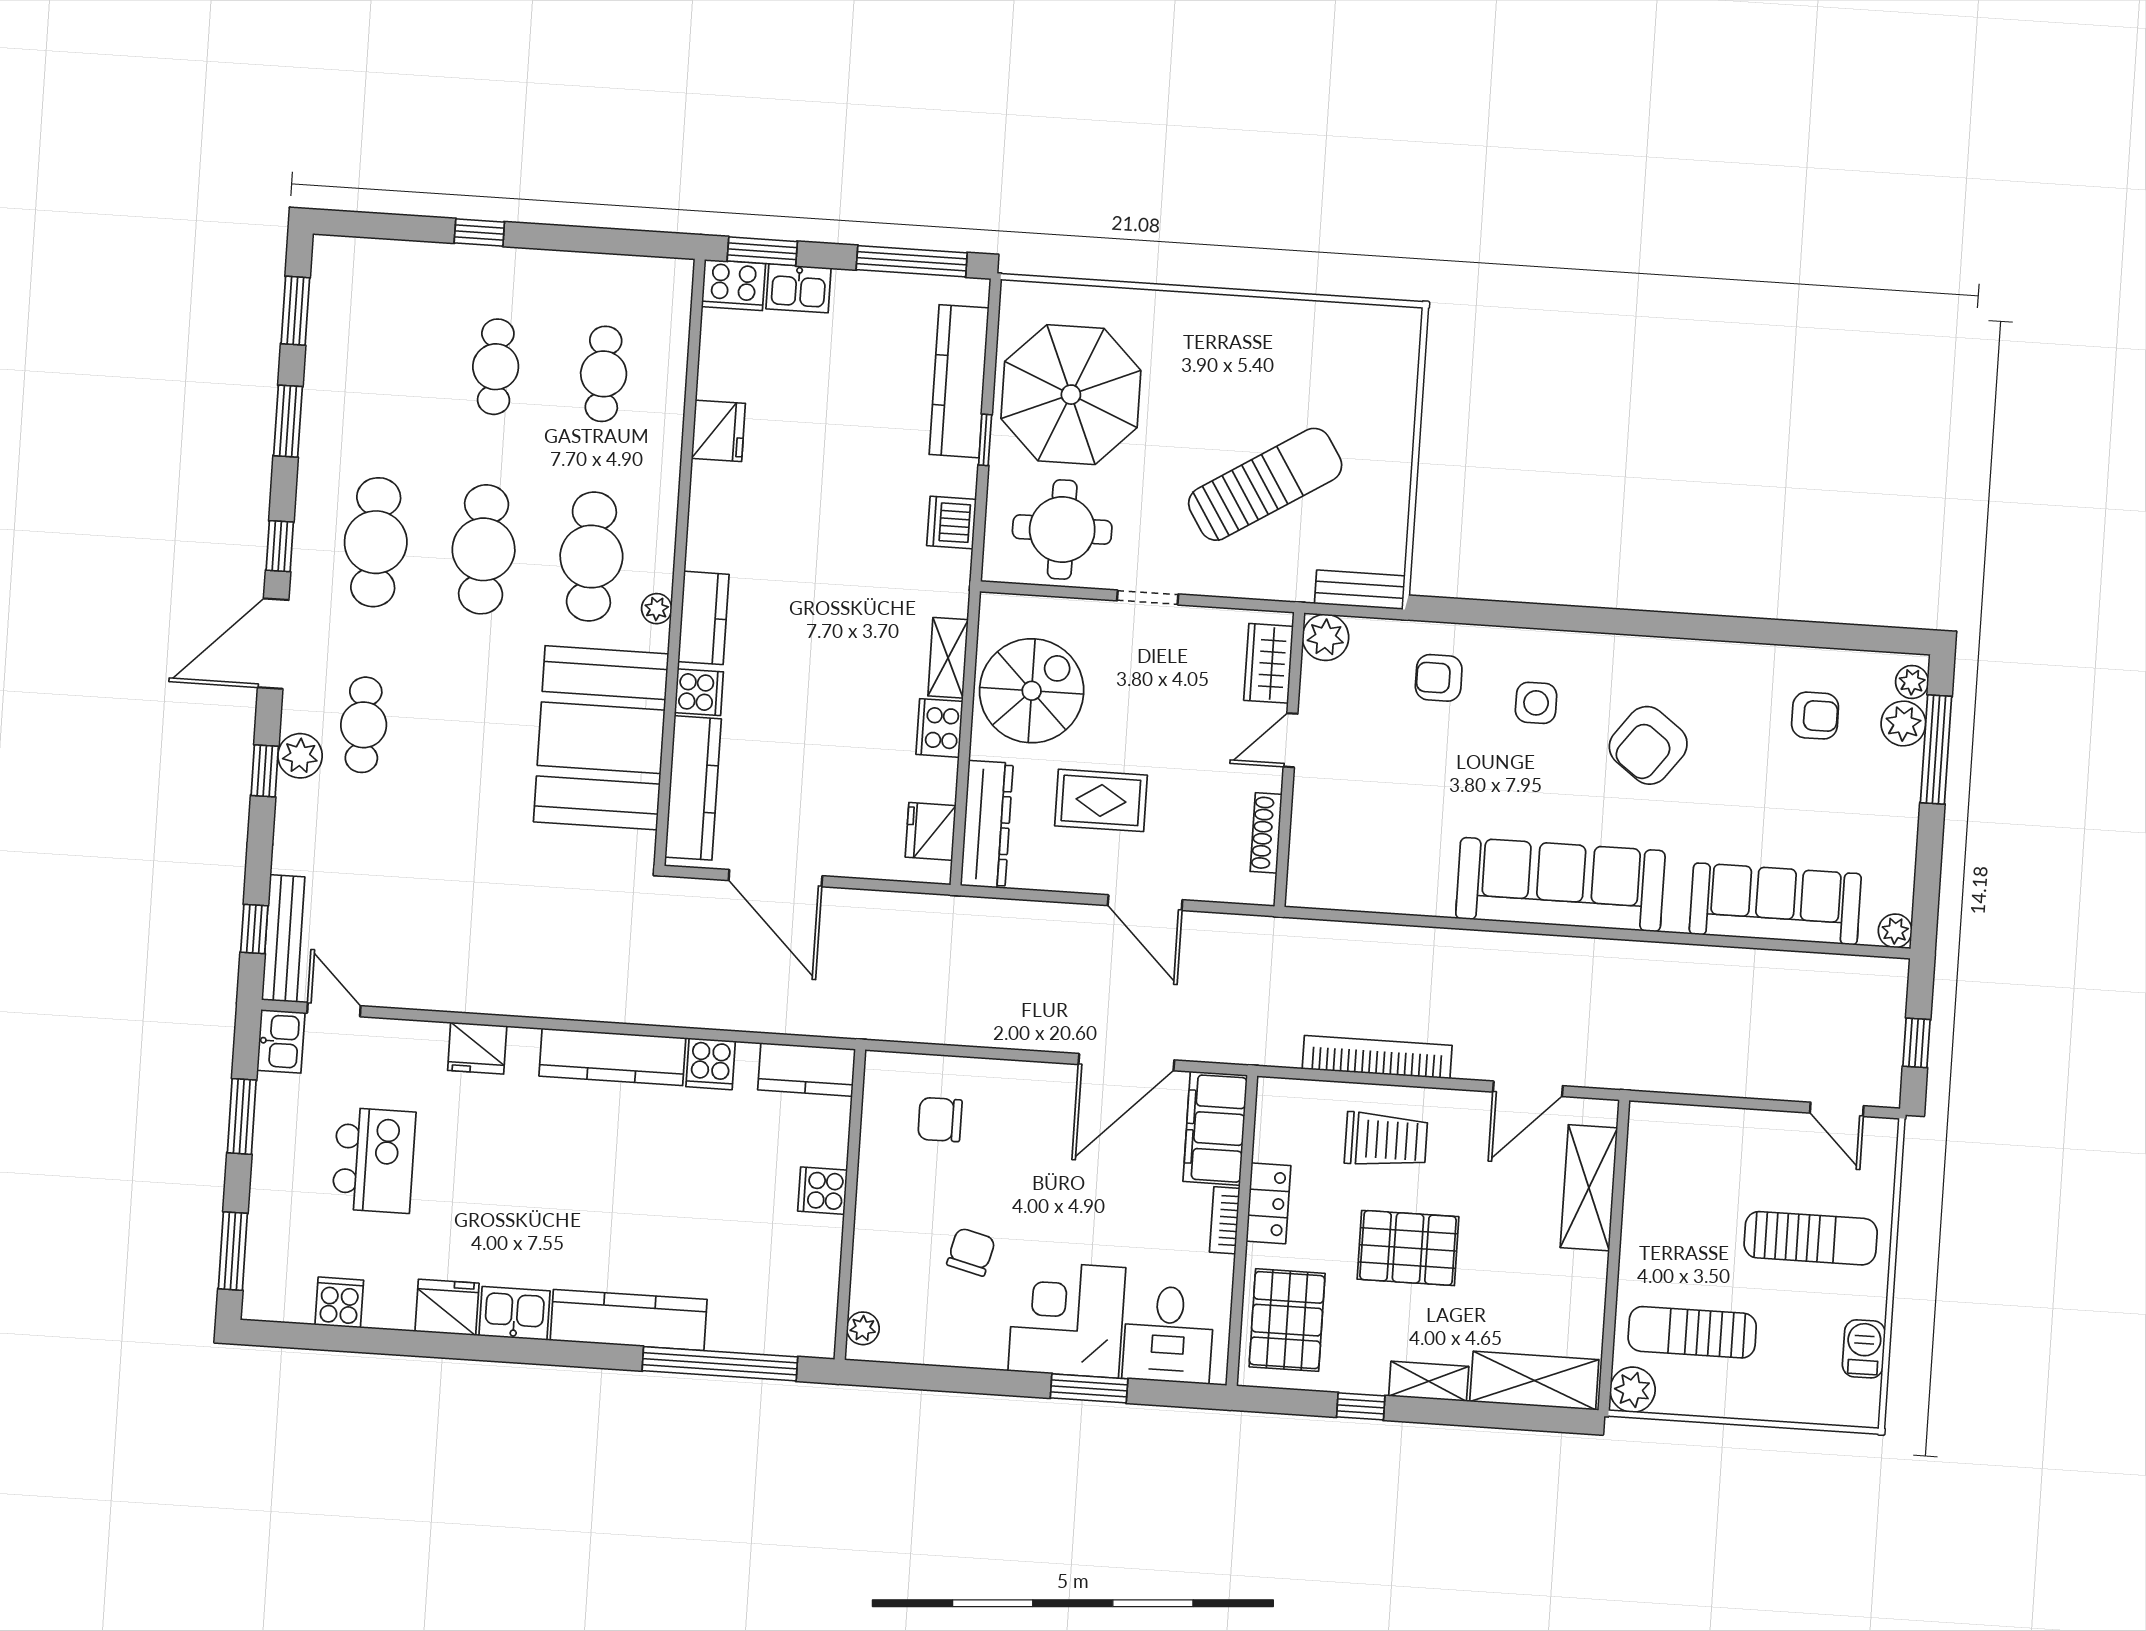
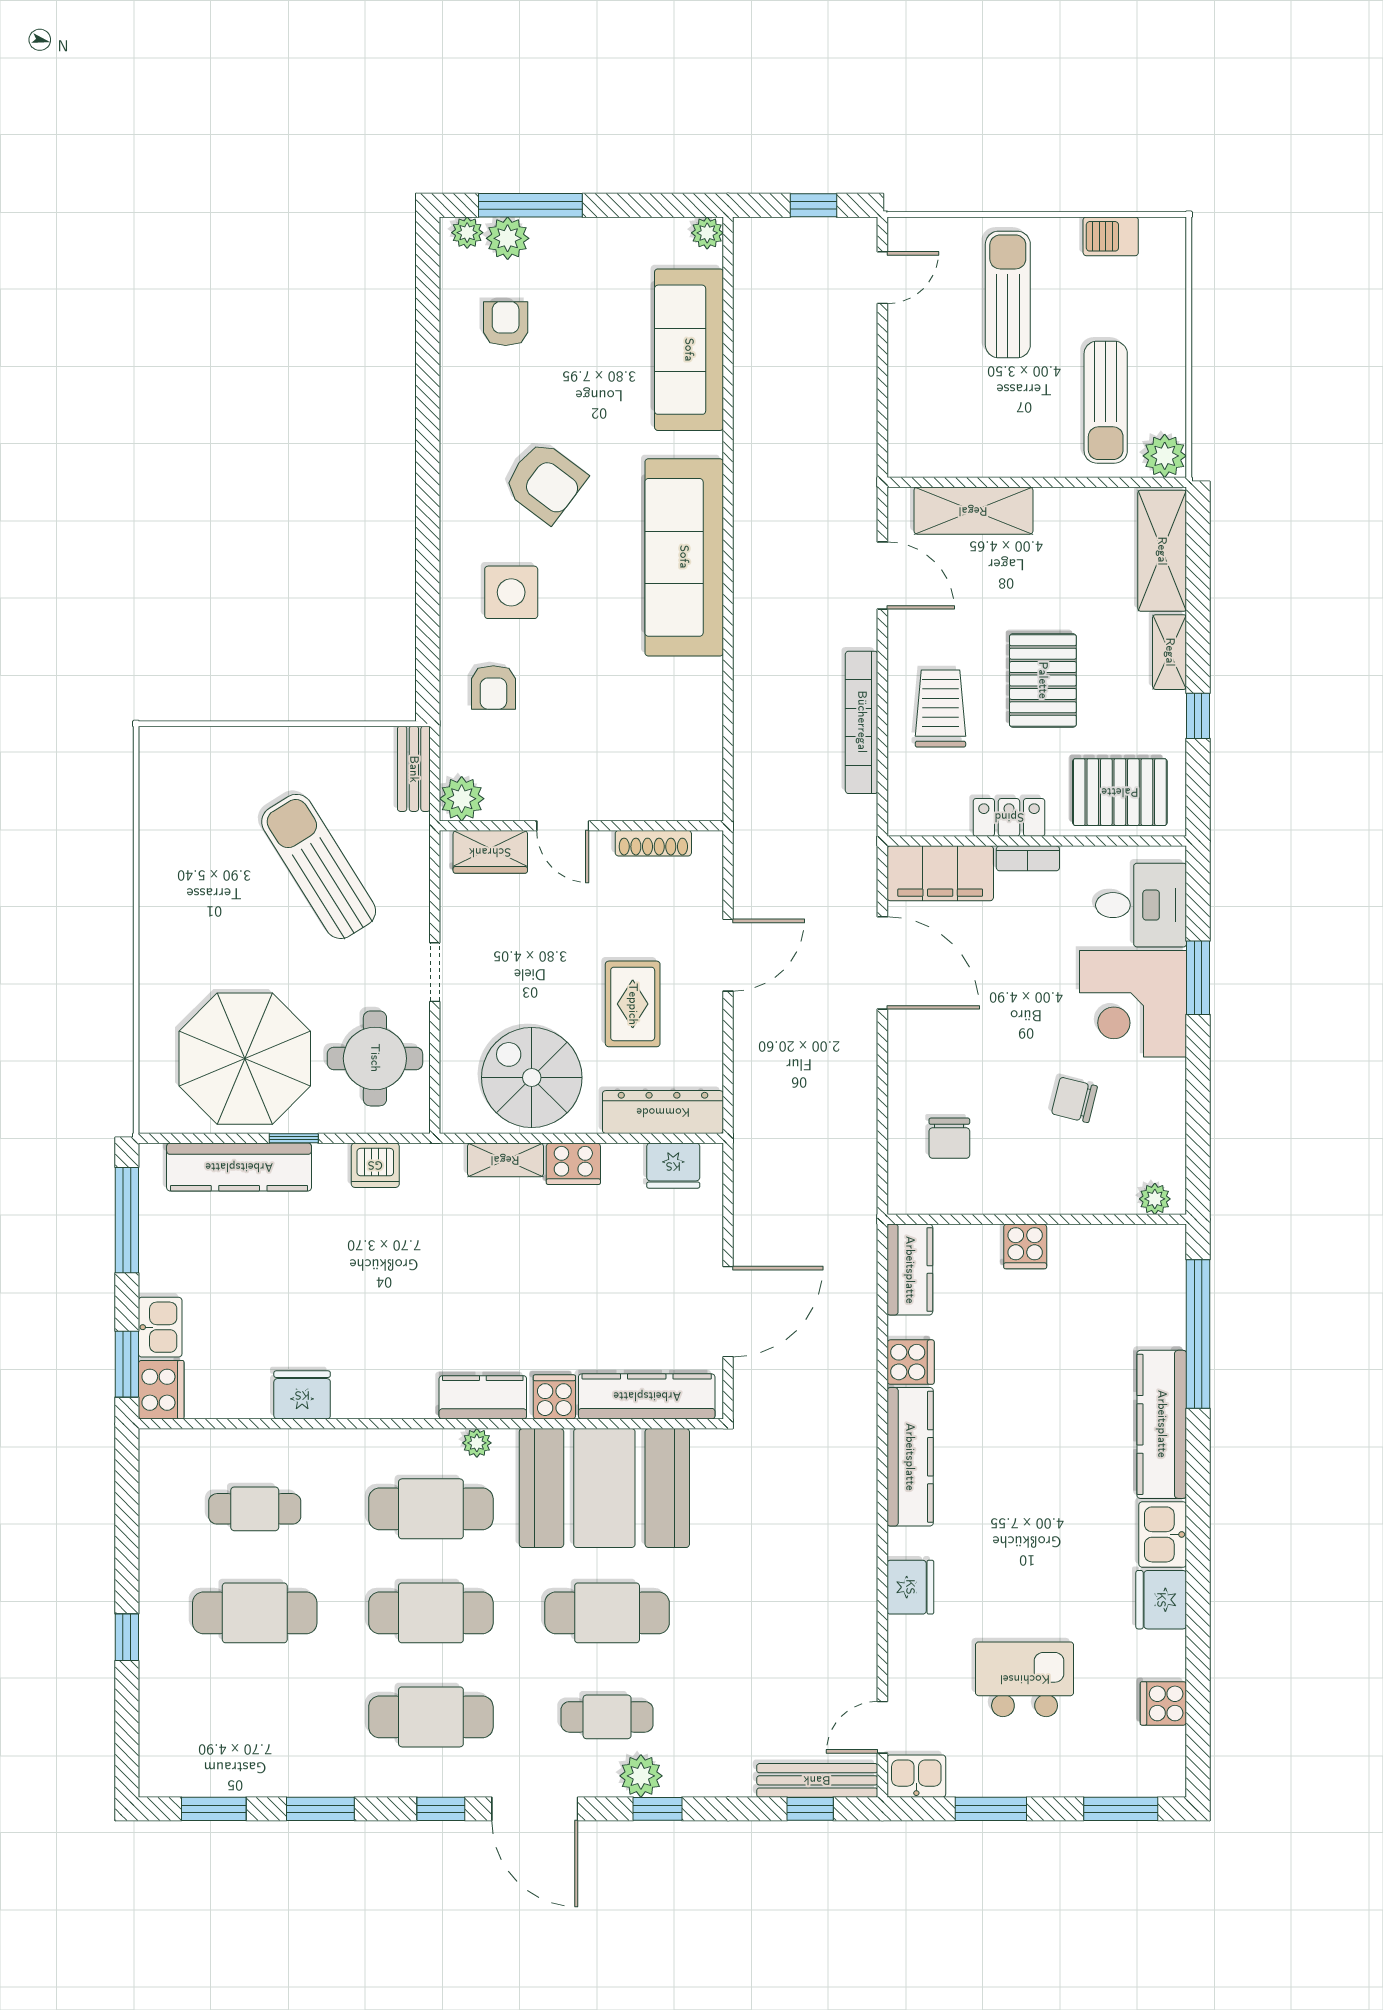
cafe table: (496, 367) -> (255, 1613), width x1.37, depth x1.35
side table: (1536, 703) -> (511, 592), width x1.37, depth x1.37
cafe table: (471, 732) -> (607, 1613), added

